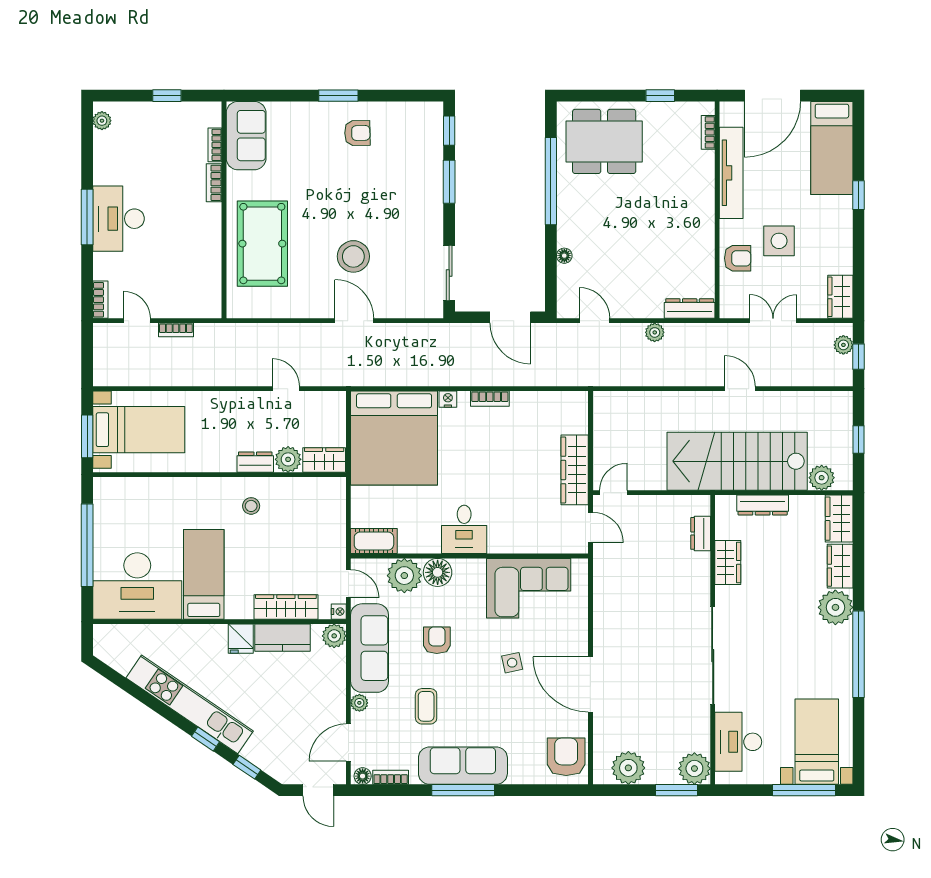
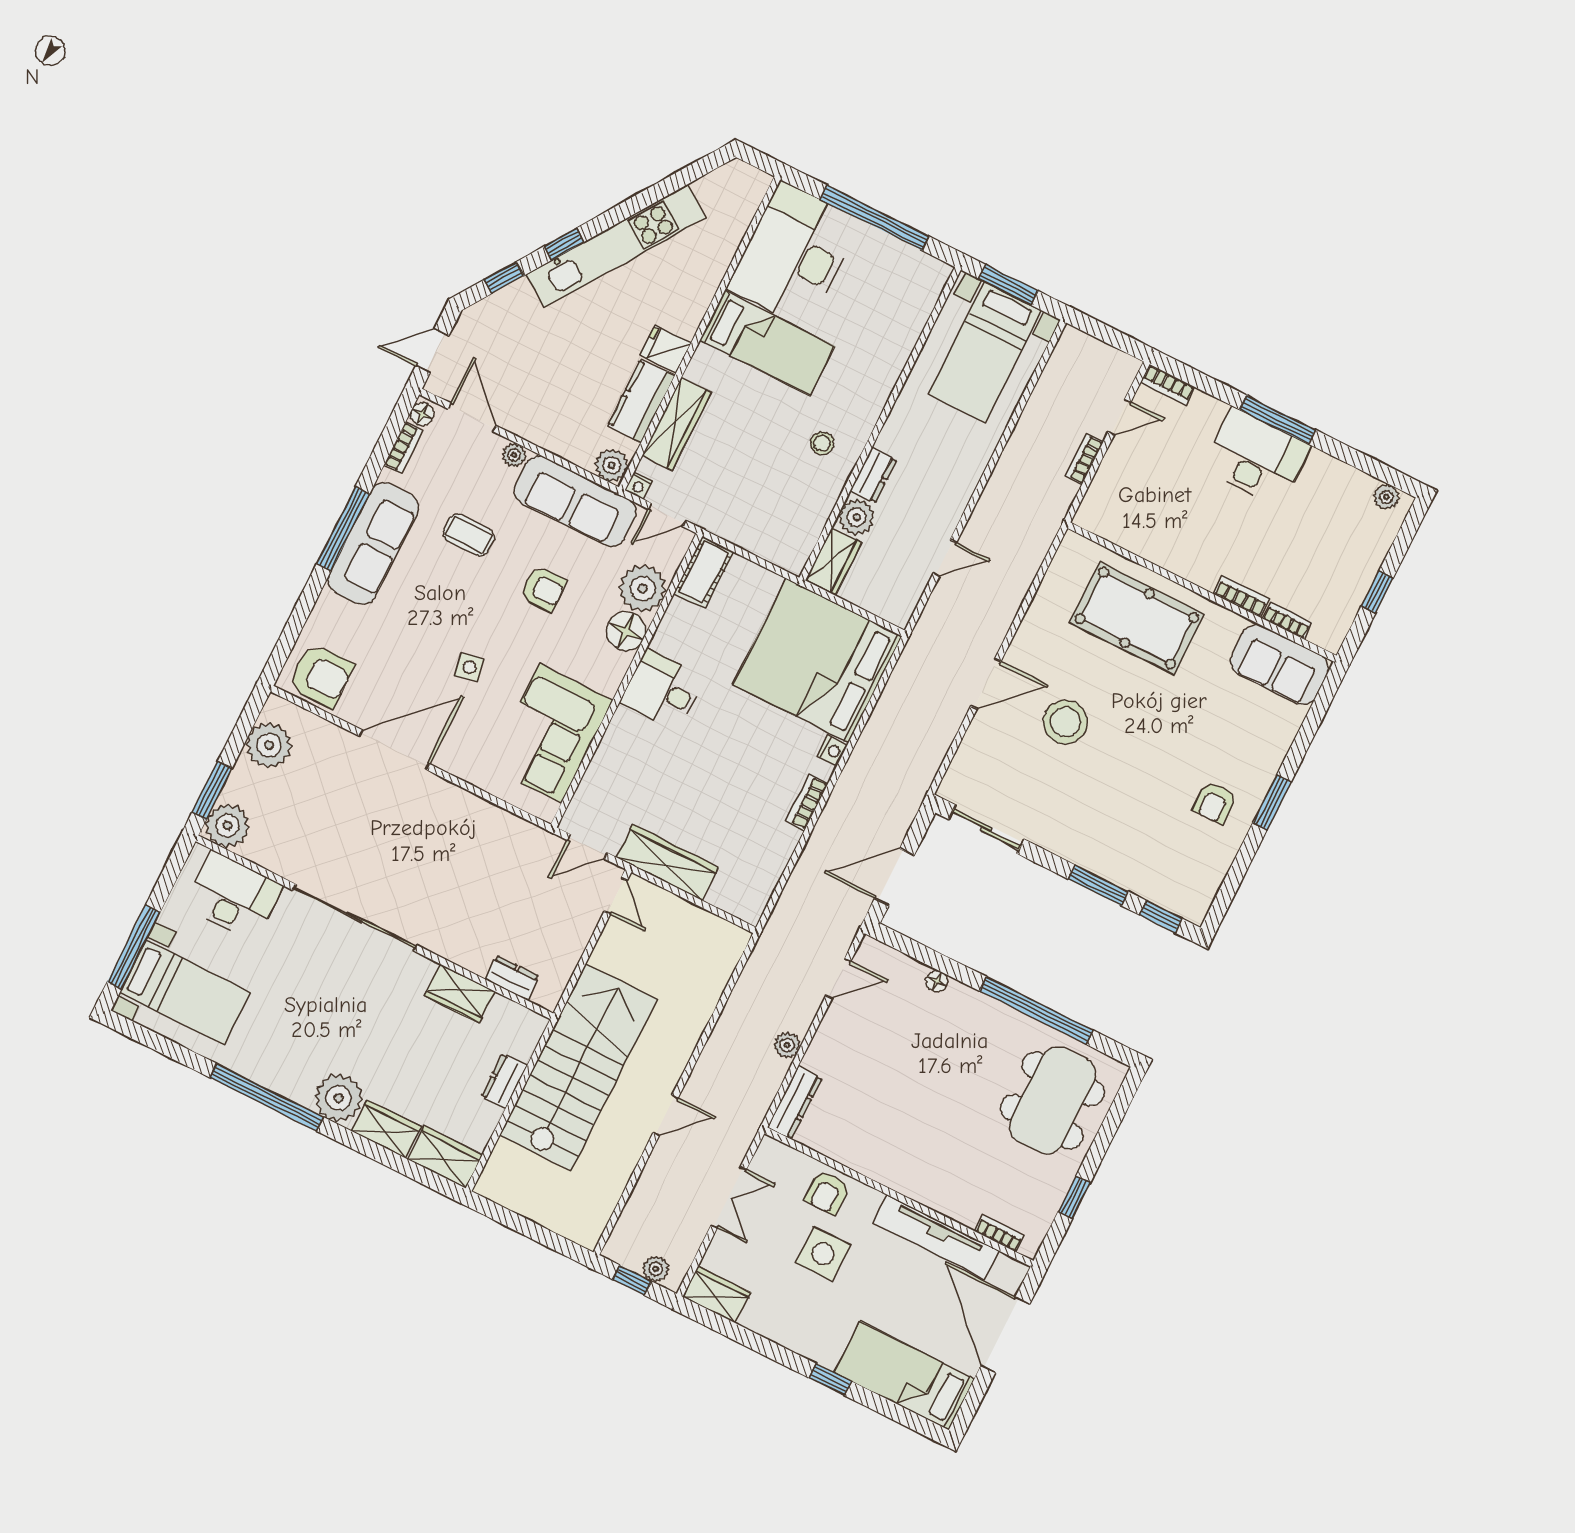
window: (859, 440) -> (530, 1229), removed
plant: (822, 478) -> (506, 1160), removed
dresser: (763, 505) -> (504, 1081), width x0.70

